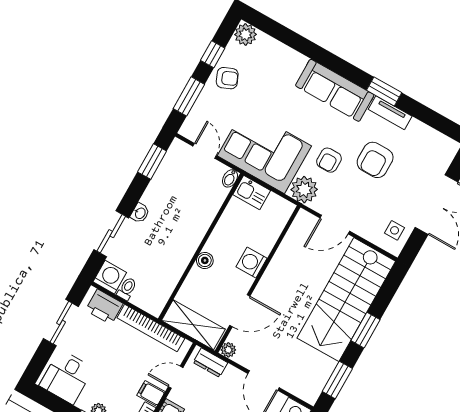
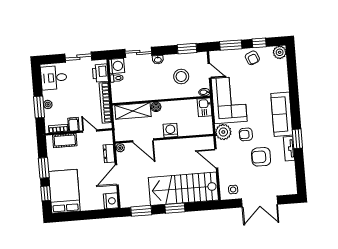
door: (205, 151) -> (209, 71), hinge flipped
stool: (186, 196) -> (181, 77), added
shelving: (193, 325) -> (133, 111), moved, turned 90
dresser: (210, 363) -> (109, 153), moved

